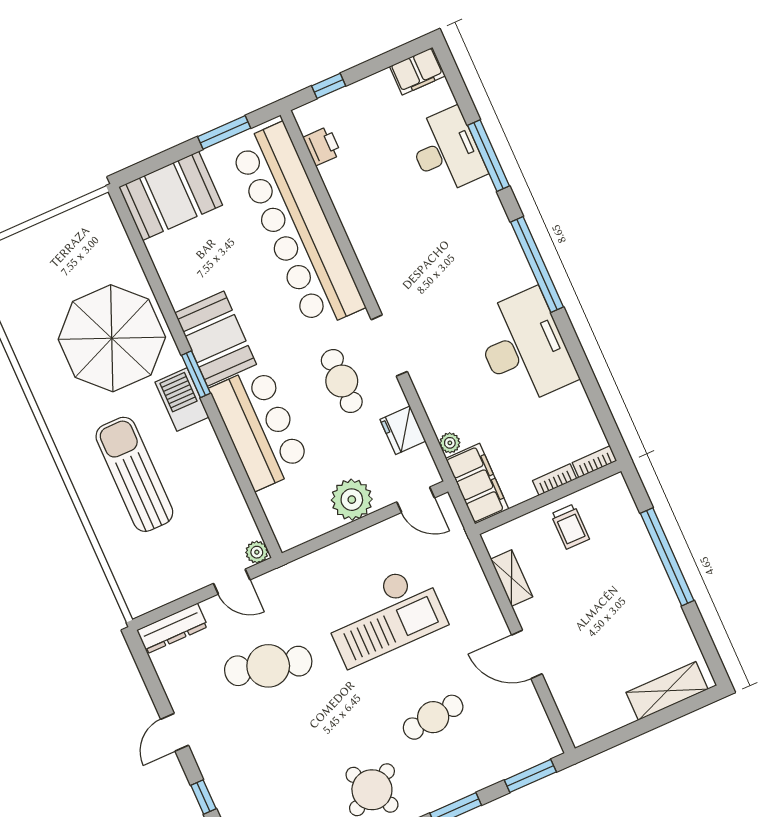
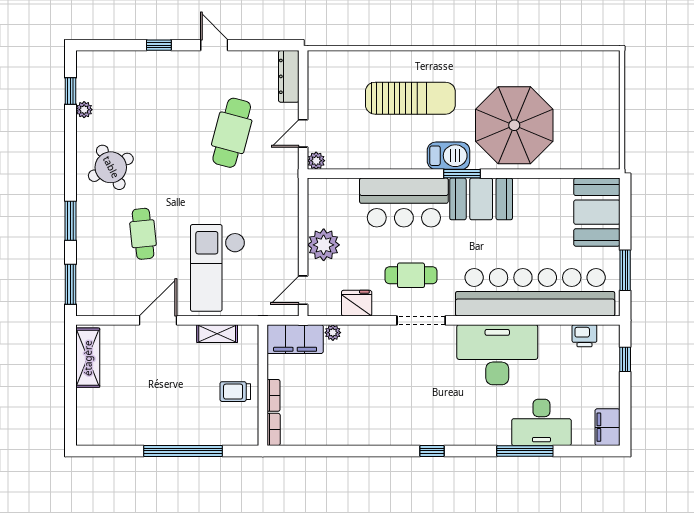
window: (537, 264) -> (432, 451), width x0.32
desk: (524, 348) -> (497, 355), moved, turned 180
checkout: (384, 616) -> (218, 268), moved
shelving: (667, 691) -> (88, 358), moved

